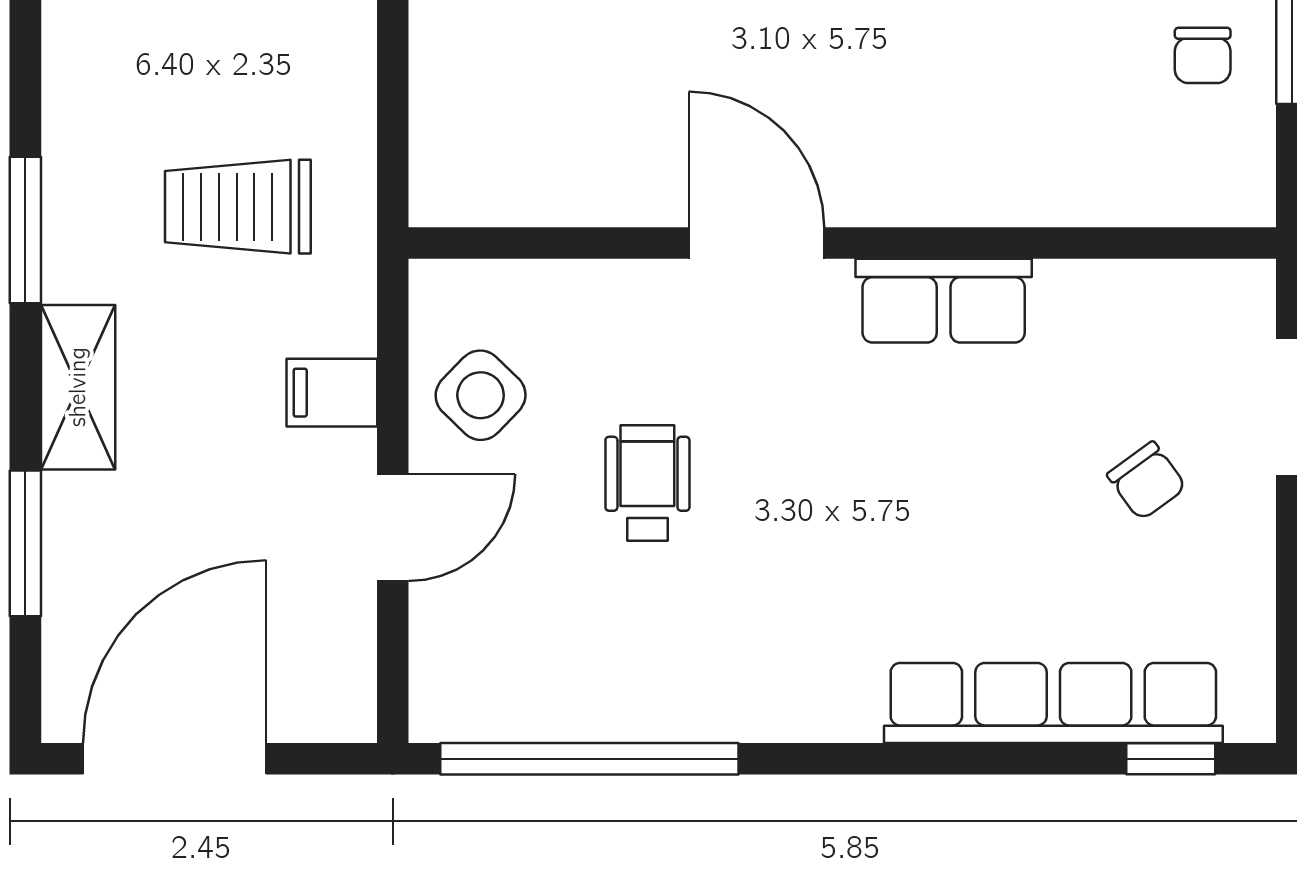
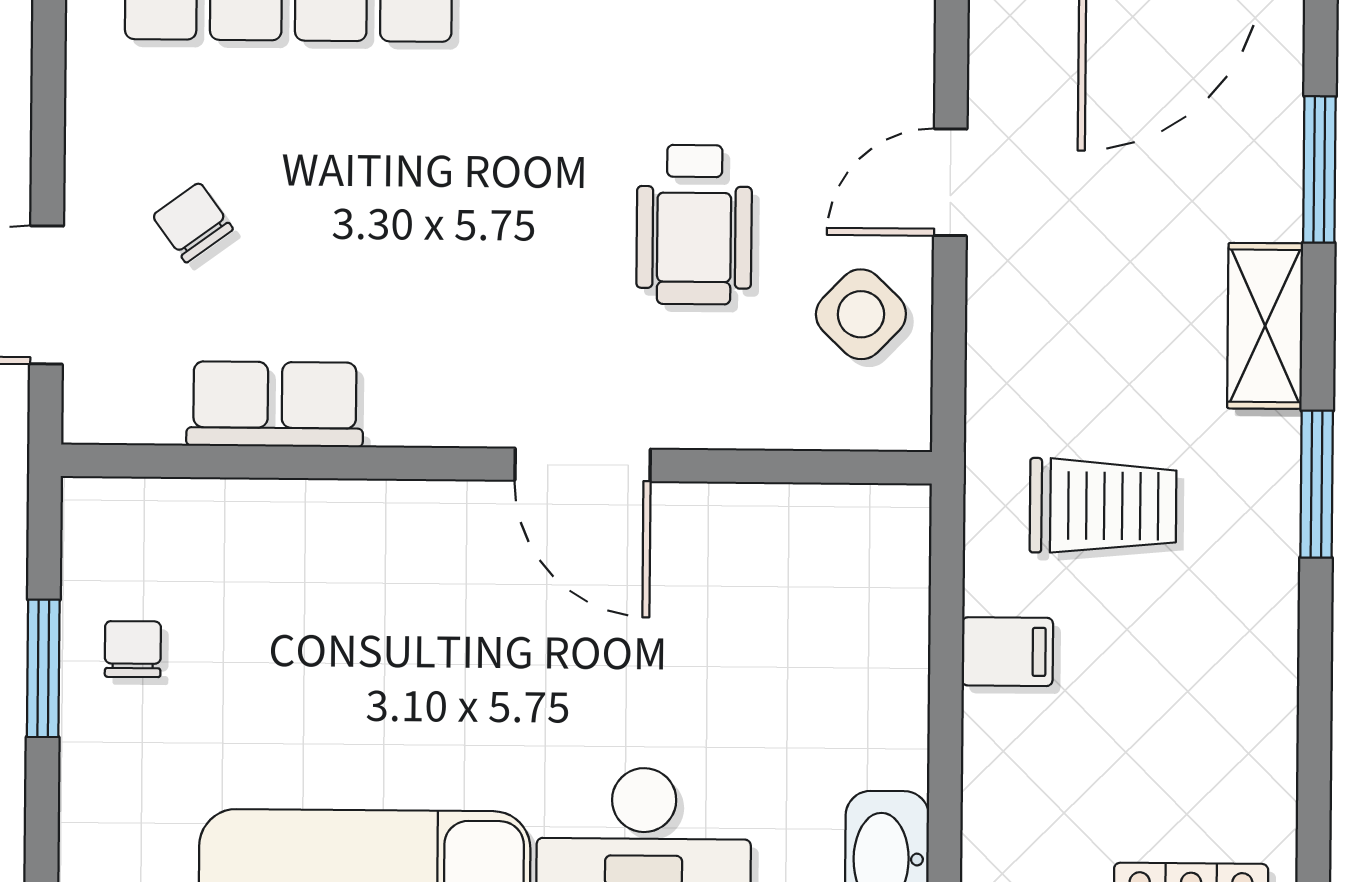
row of seats: (944, 301) -> (275, 404), moved
filing cabinet: (332, 393) -> (1007, 652), moved
wheelchair: (647, 483) -> (694, 225), width x1.36, depth x1.37

